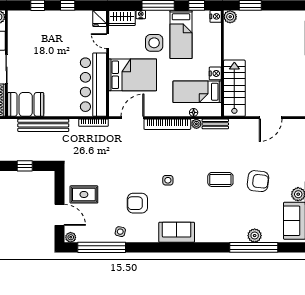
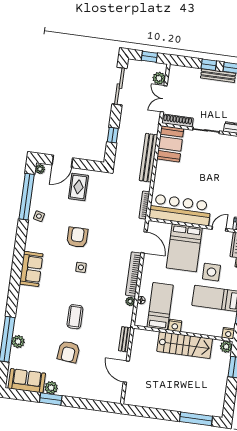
stairs: (234, 88) -> (185, 345), moved
bench: (215, 124) -> (125, 339), moved
armchair: (137, 203) -> (77, 237), moved

